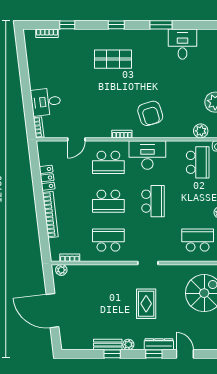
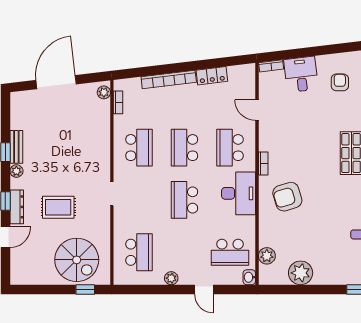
armchair: (53, 69) -> (340, 82), added
school desk: (153, 201) -> (184, 200), turned 90
rug: (146, 304) -> (58, 207), moved

